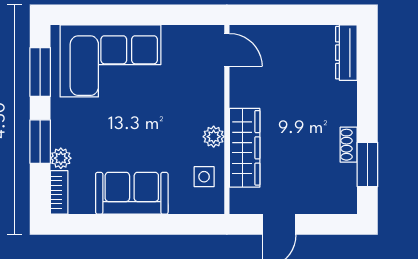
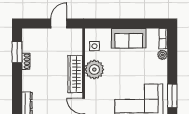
plant: (214, 137) -> (94, 70), width x1.88, depth x1.88
window: (40, 142) -> (172, 63), removed
wardrobe: (245, 148) -> (75, 74), moved

